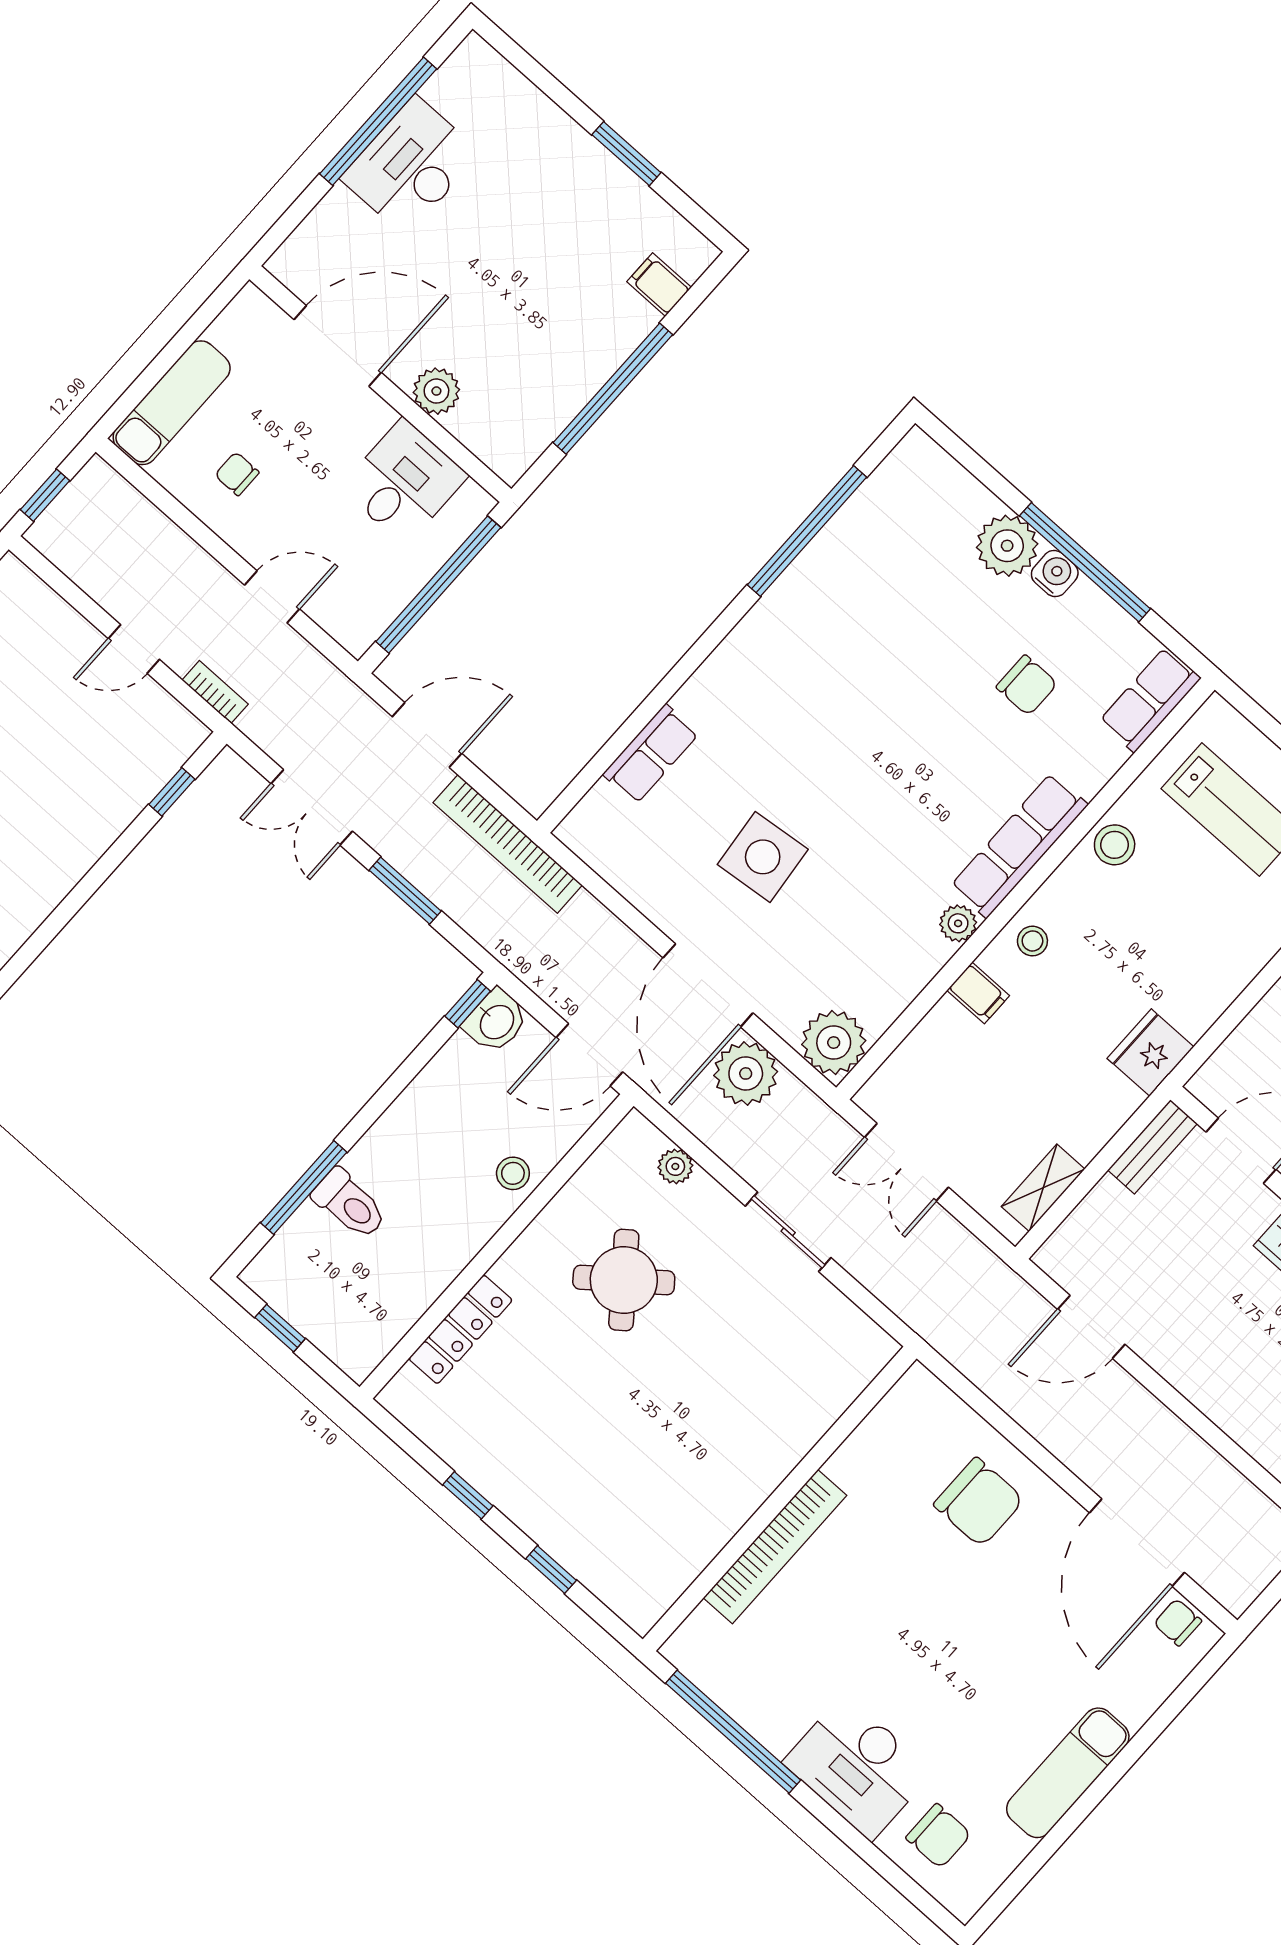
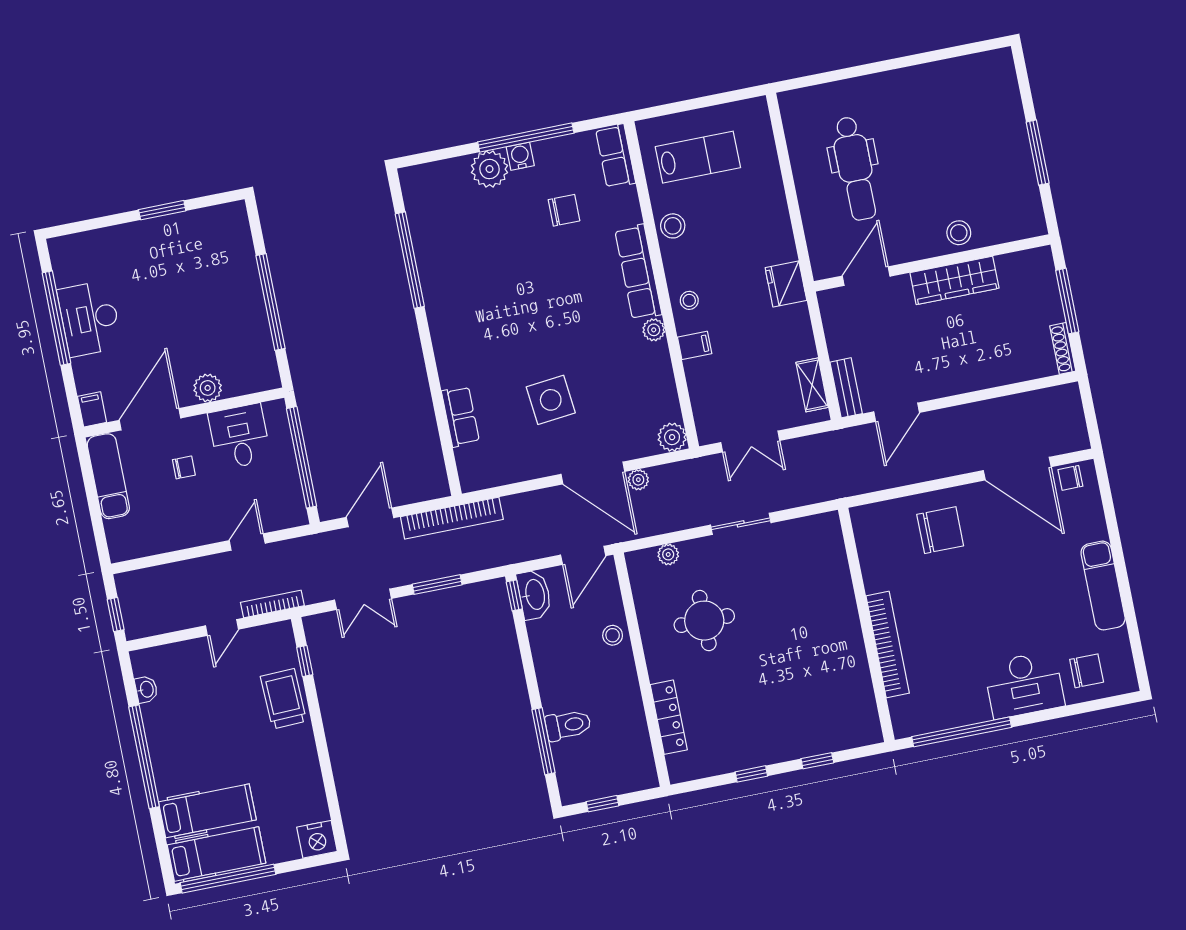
filing cabinet: (659, 284) -> (92, 409), moved, turned 90
exam couch: (172, 403) -> (108, 476), moved
chair: (237, 474) -> (184, 467), moved, turned 180
bookcase: (215, 692) -> (272, 604), width x1.56
trolley: (101, 801) -> (283, 699), added
washbasin: (496, 1021) -> (534, 595), width x1.38
plant: (834, 1043) -> (672, 437), width x0.73, depth x0.73
plant: (746, 1073) -> (638, 480), width x0.53, depth x0.53
bench: (1152, 1147) -> (846, 388), moved
round table: (624, 1280) -> (704, 621), turned 38

